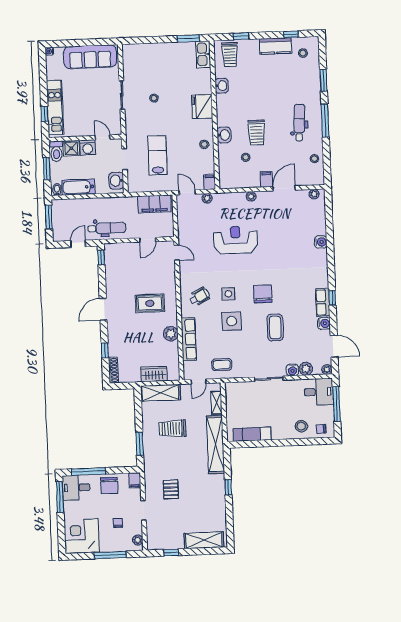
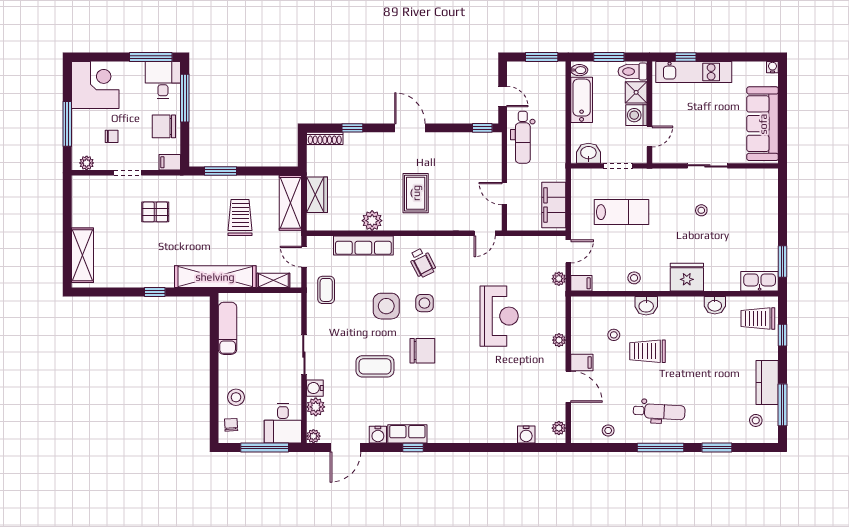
window: (291, 34) -> (783, 405), width x2.17
water cooler: (321, 242) -> (526, 435), moved
window: (171, 553) -> (67, 209), removed

